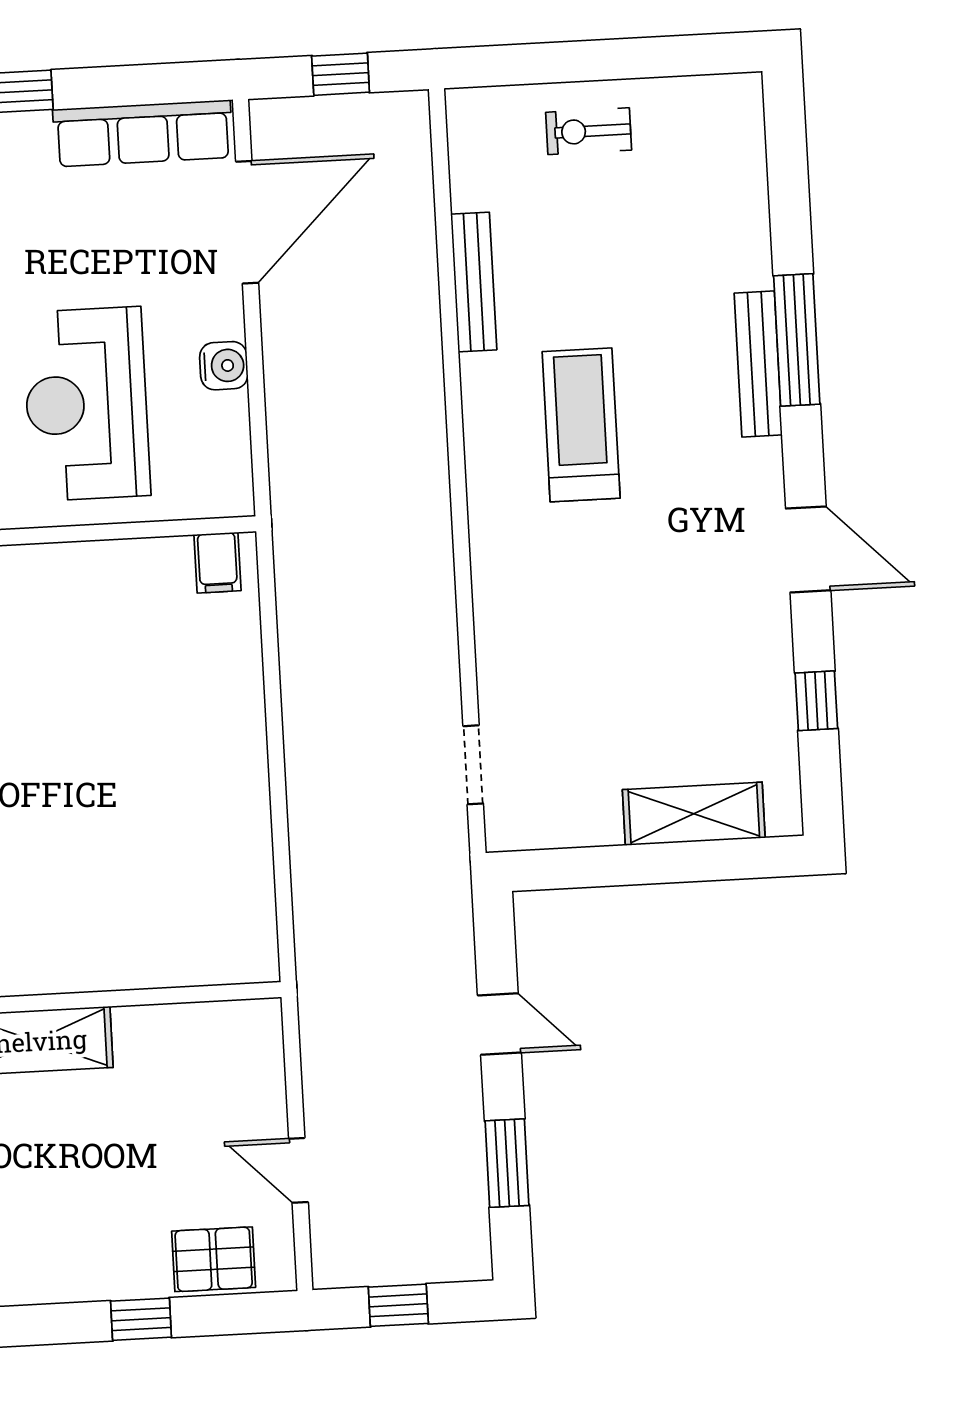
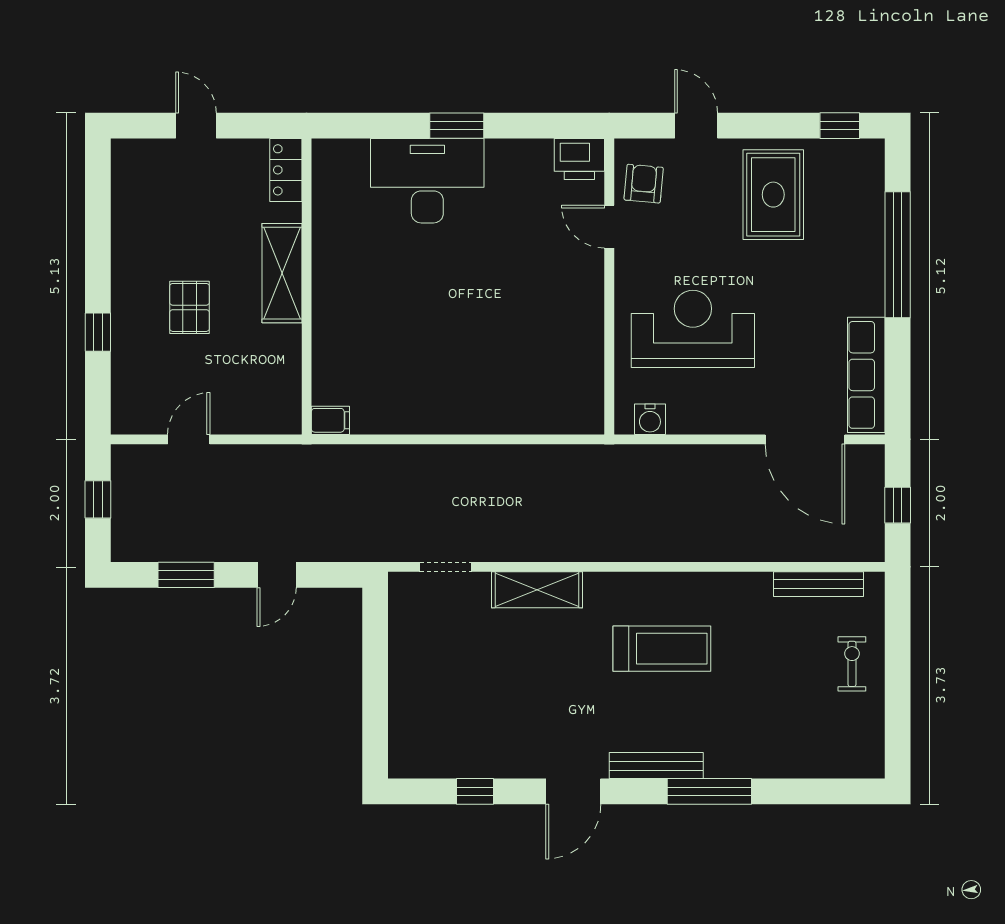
bench: (474, 282) -> (819, 584), moved
bench: (758, 364) -> (656, 766), moved
water cooler: (224, 366) -> (650, 419), moved
filing cabinet: (217, 563) -> (330, 420), moved, turned 180
shelving: (694, 814) -> (537, 590), moved, turned 90
pallet: (214, 1259) -> (190, 307), moved

